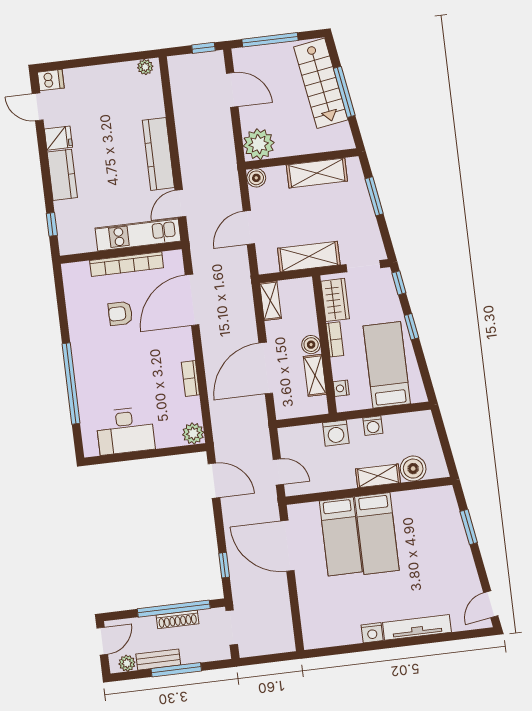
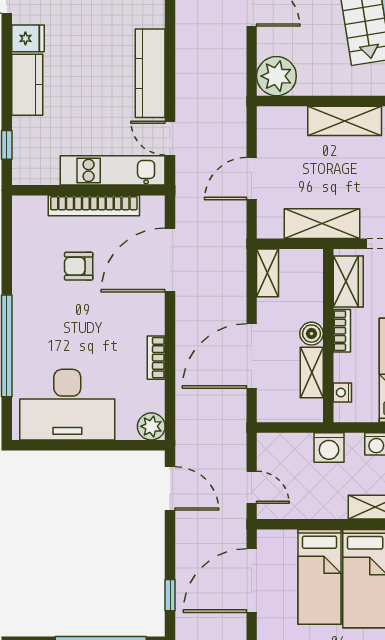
boiler: (256, 178) -> (268, 118), removed
door: (180, 203) -> (170, 138), hinge flipped
desk: (125, 431) -> (67, 405), width x1.36, depth x1.30
door: (287, 546) -> (252, 581), hinge flipped

